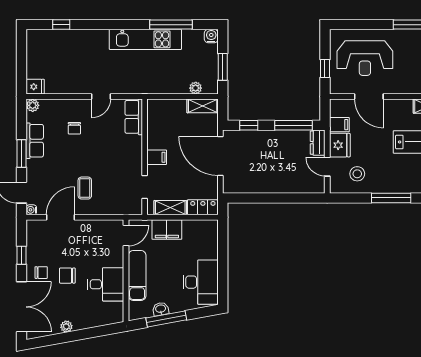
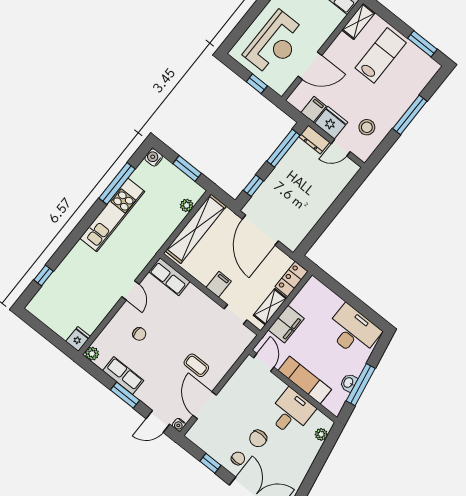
shelving: (203, 106) -> (196, 229), width x2.20, depth x1.33
door: (220, 156) -> (260, 230), hinge flipped
plant: (66, 327) -> (321, 434), moved

